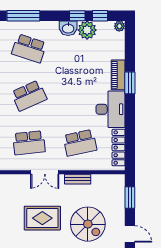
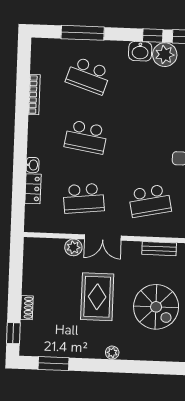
school desk: (29, 96) -> (86, 137), turned 33
bench: (78, 179) -> (159, 249), moved
plant: (23, 181) -> (73, 247), added
rug: (42, 218) -> (97, 297), turned 90

